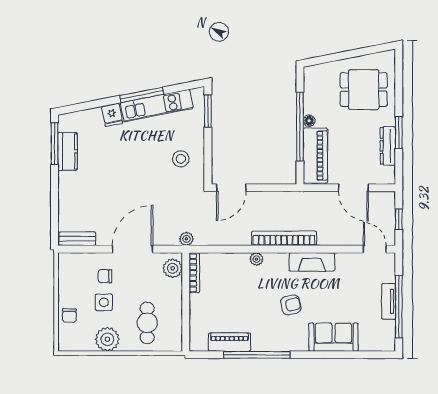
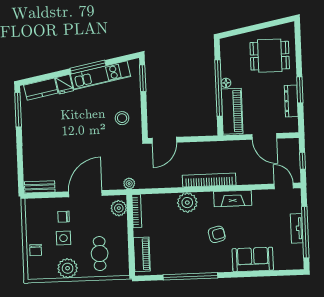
kitchen counter: (68, 151) -> (41, 89), moved, turned 79
plant: (256, 259) -> (187, 203), width x1.88, depth x1.88
piano: (229, 342) -> (142, 254), moved, turned 90

